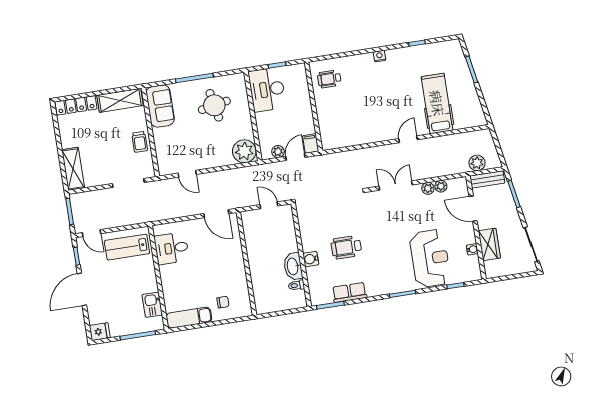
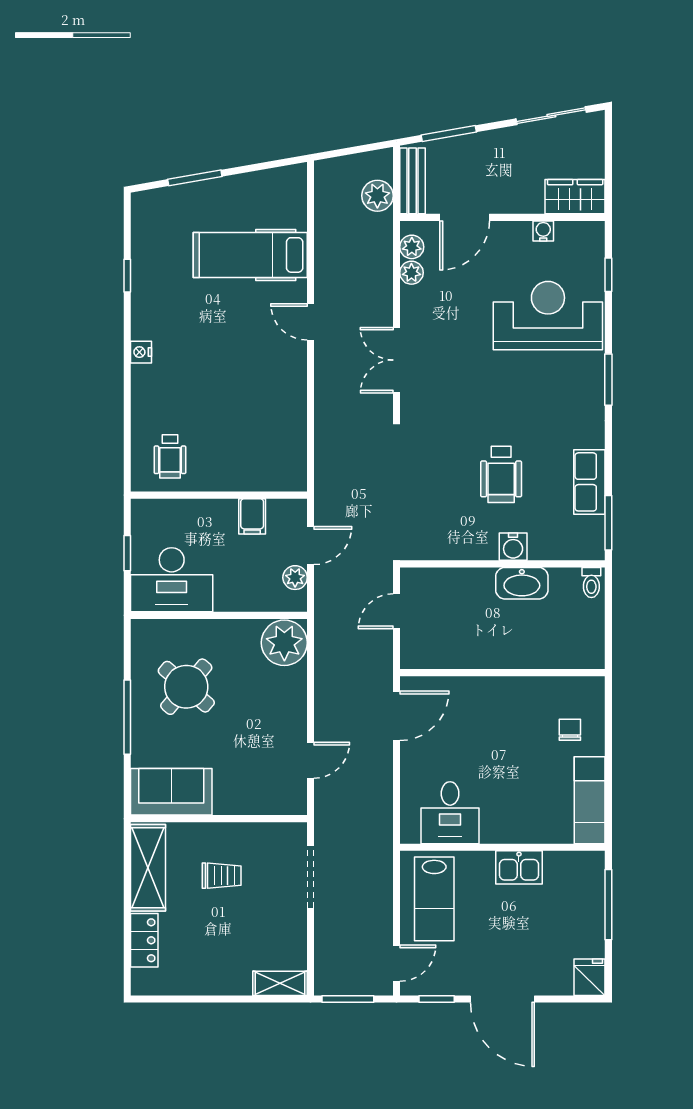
locker: (76, 105) -> (144, 940), width x0.66
round table: (214, 105) -> (186, 687), turned -38
trolley: (140, 142) -> (222, 876), moved
filing cabinet: (311, 144) -> (252, 516), moved, turned -90
door: (295, 157) -> (311, 546), swing flipped
shelving: (73, 169) -> (280, 983), width x0.67, depth x0.75
plant: (428, 188) -> (412, 247), moved
wardrobe: (489, 244) -> (575, 197), moved
toilet: (296, 285) -> (591, 582), moved
kitchen sink: (152, 305) -> (519, 867), moved

